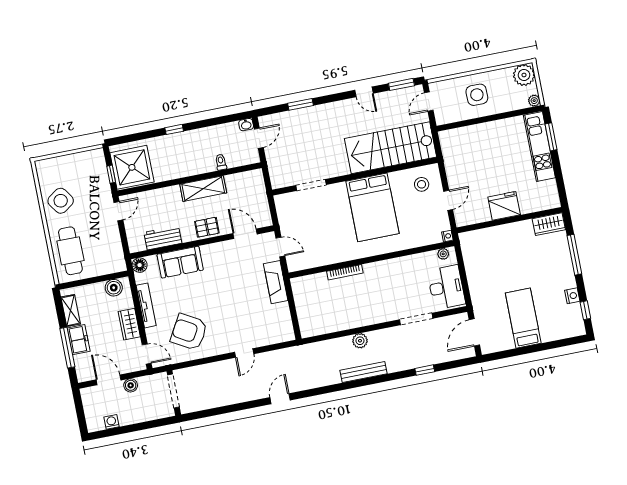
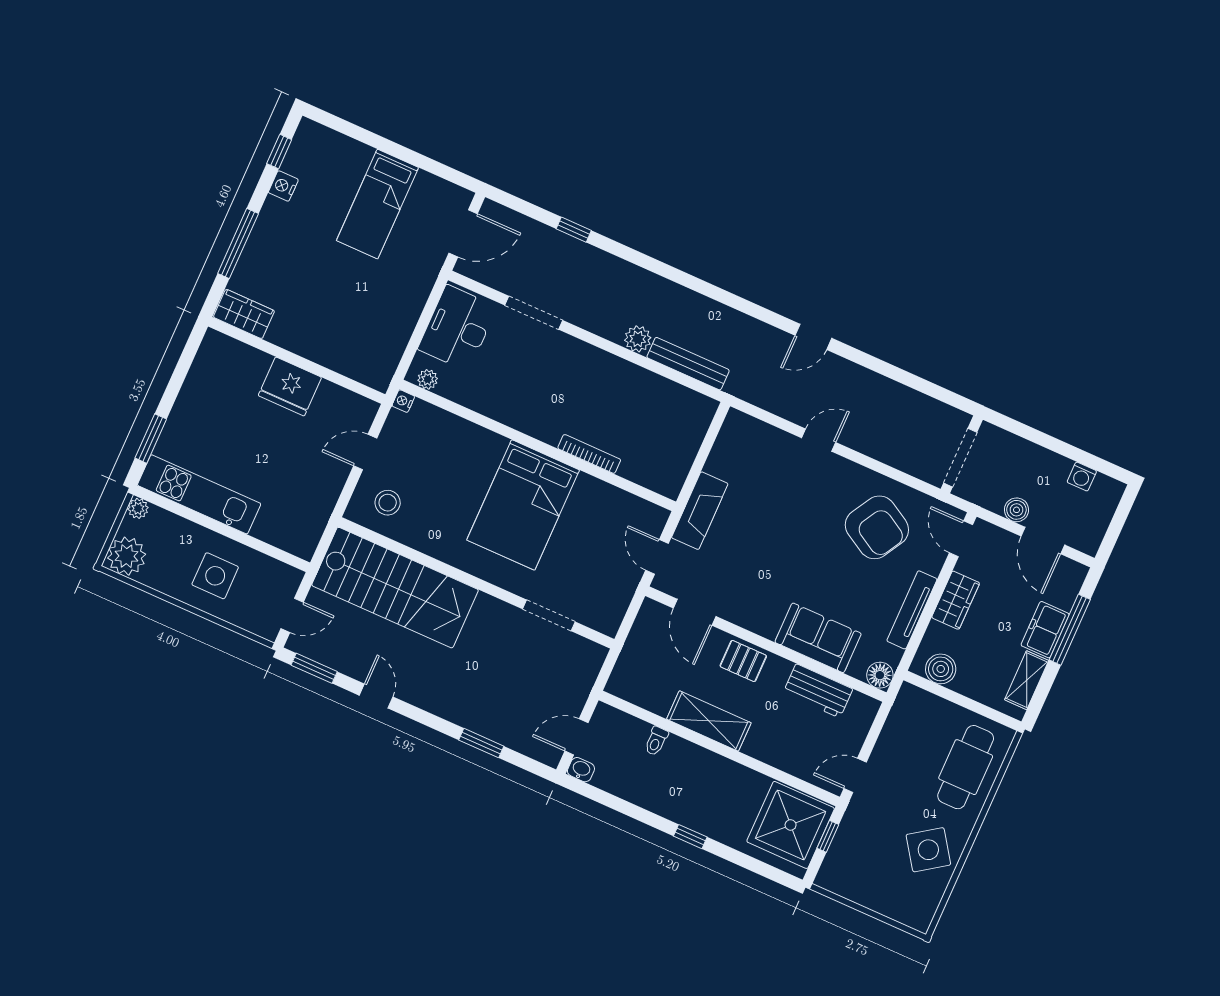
kitchen unit: (539, 146) -> (199, 494), moved, turned -90
bed: (372, 207) -> (523, 505), moved, turned 180
bench: (364, 372) -> (688, 364), moved

